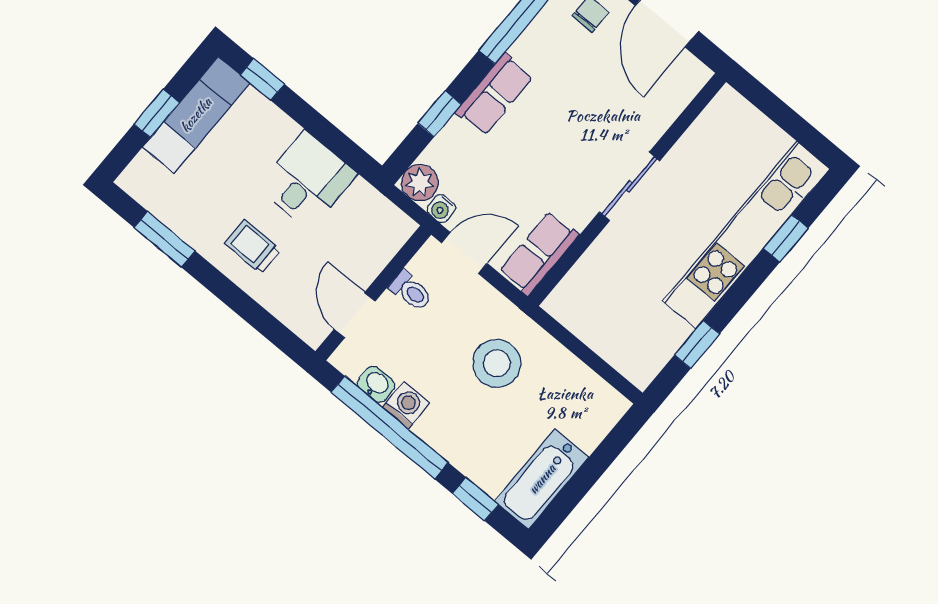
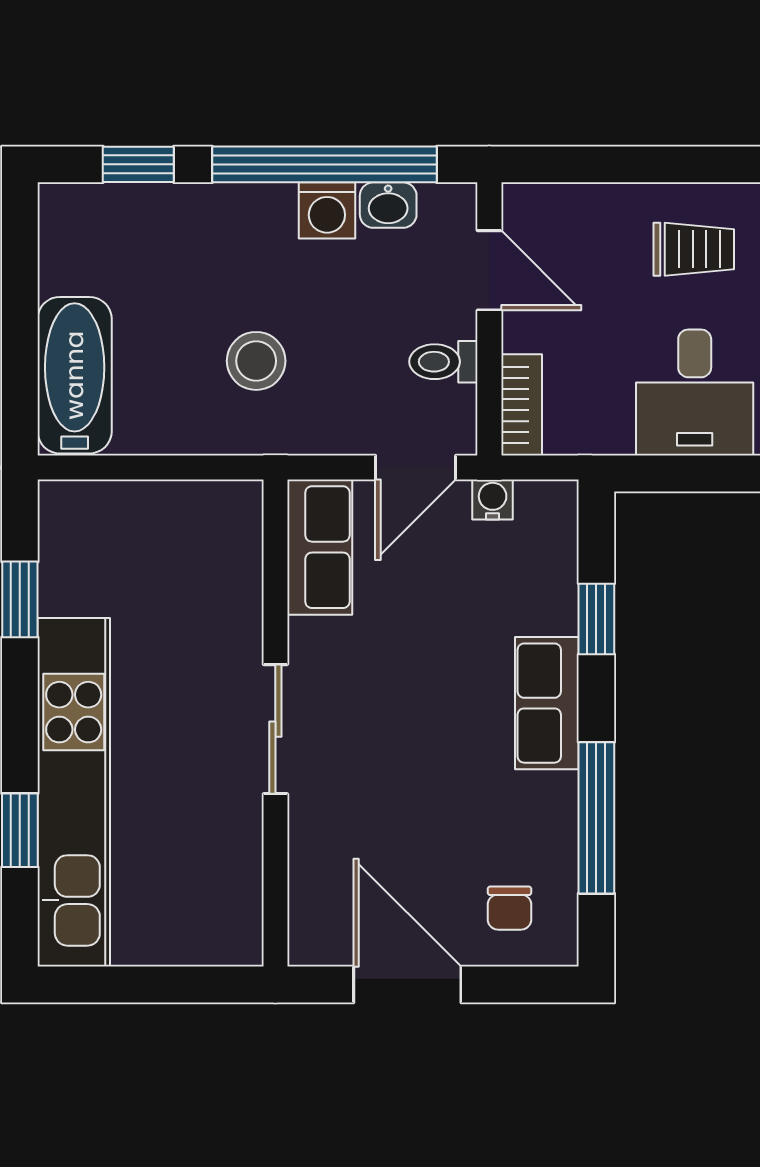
plant: (420, 183) -> (548, 510), removed
bookcase: (392, 241) -> (522, 405), added
stool: (497, 363) -> (256, 361), width x0.73, depth x0.73
bathtub: (542, 479) -> (75, 375), moved

